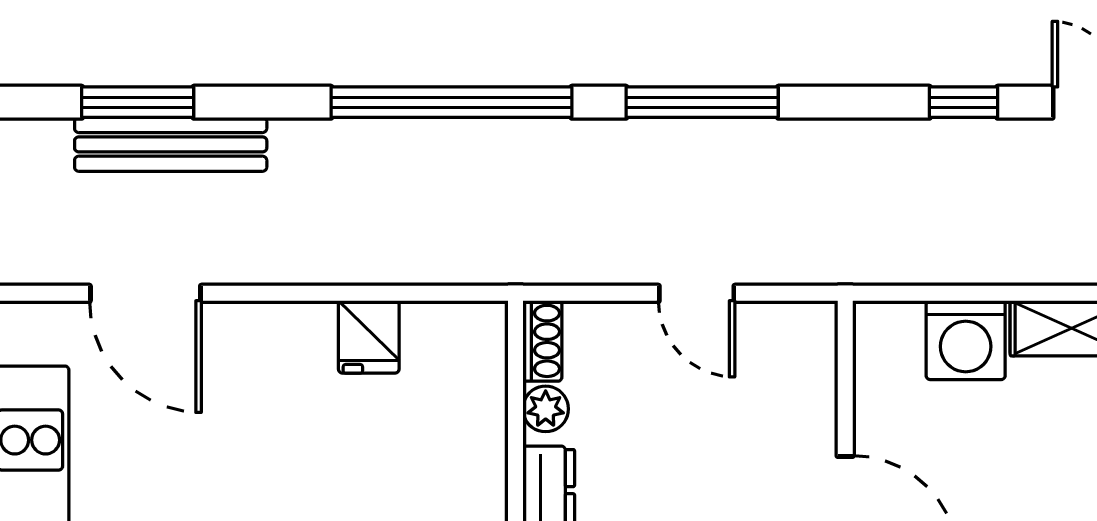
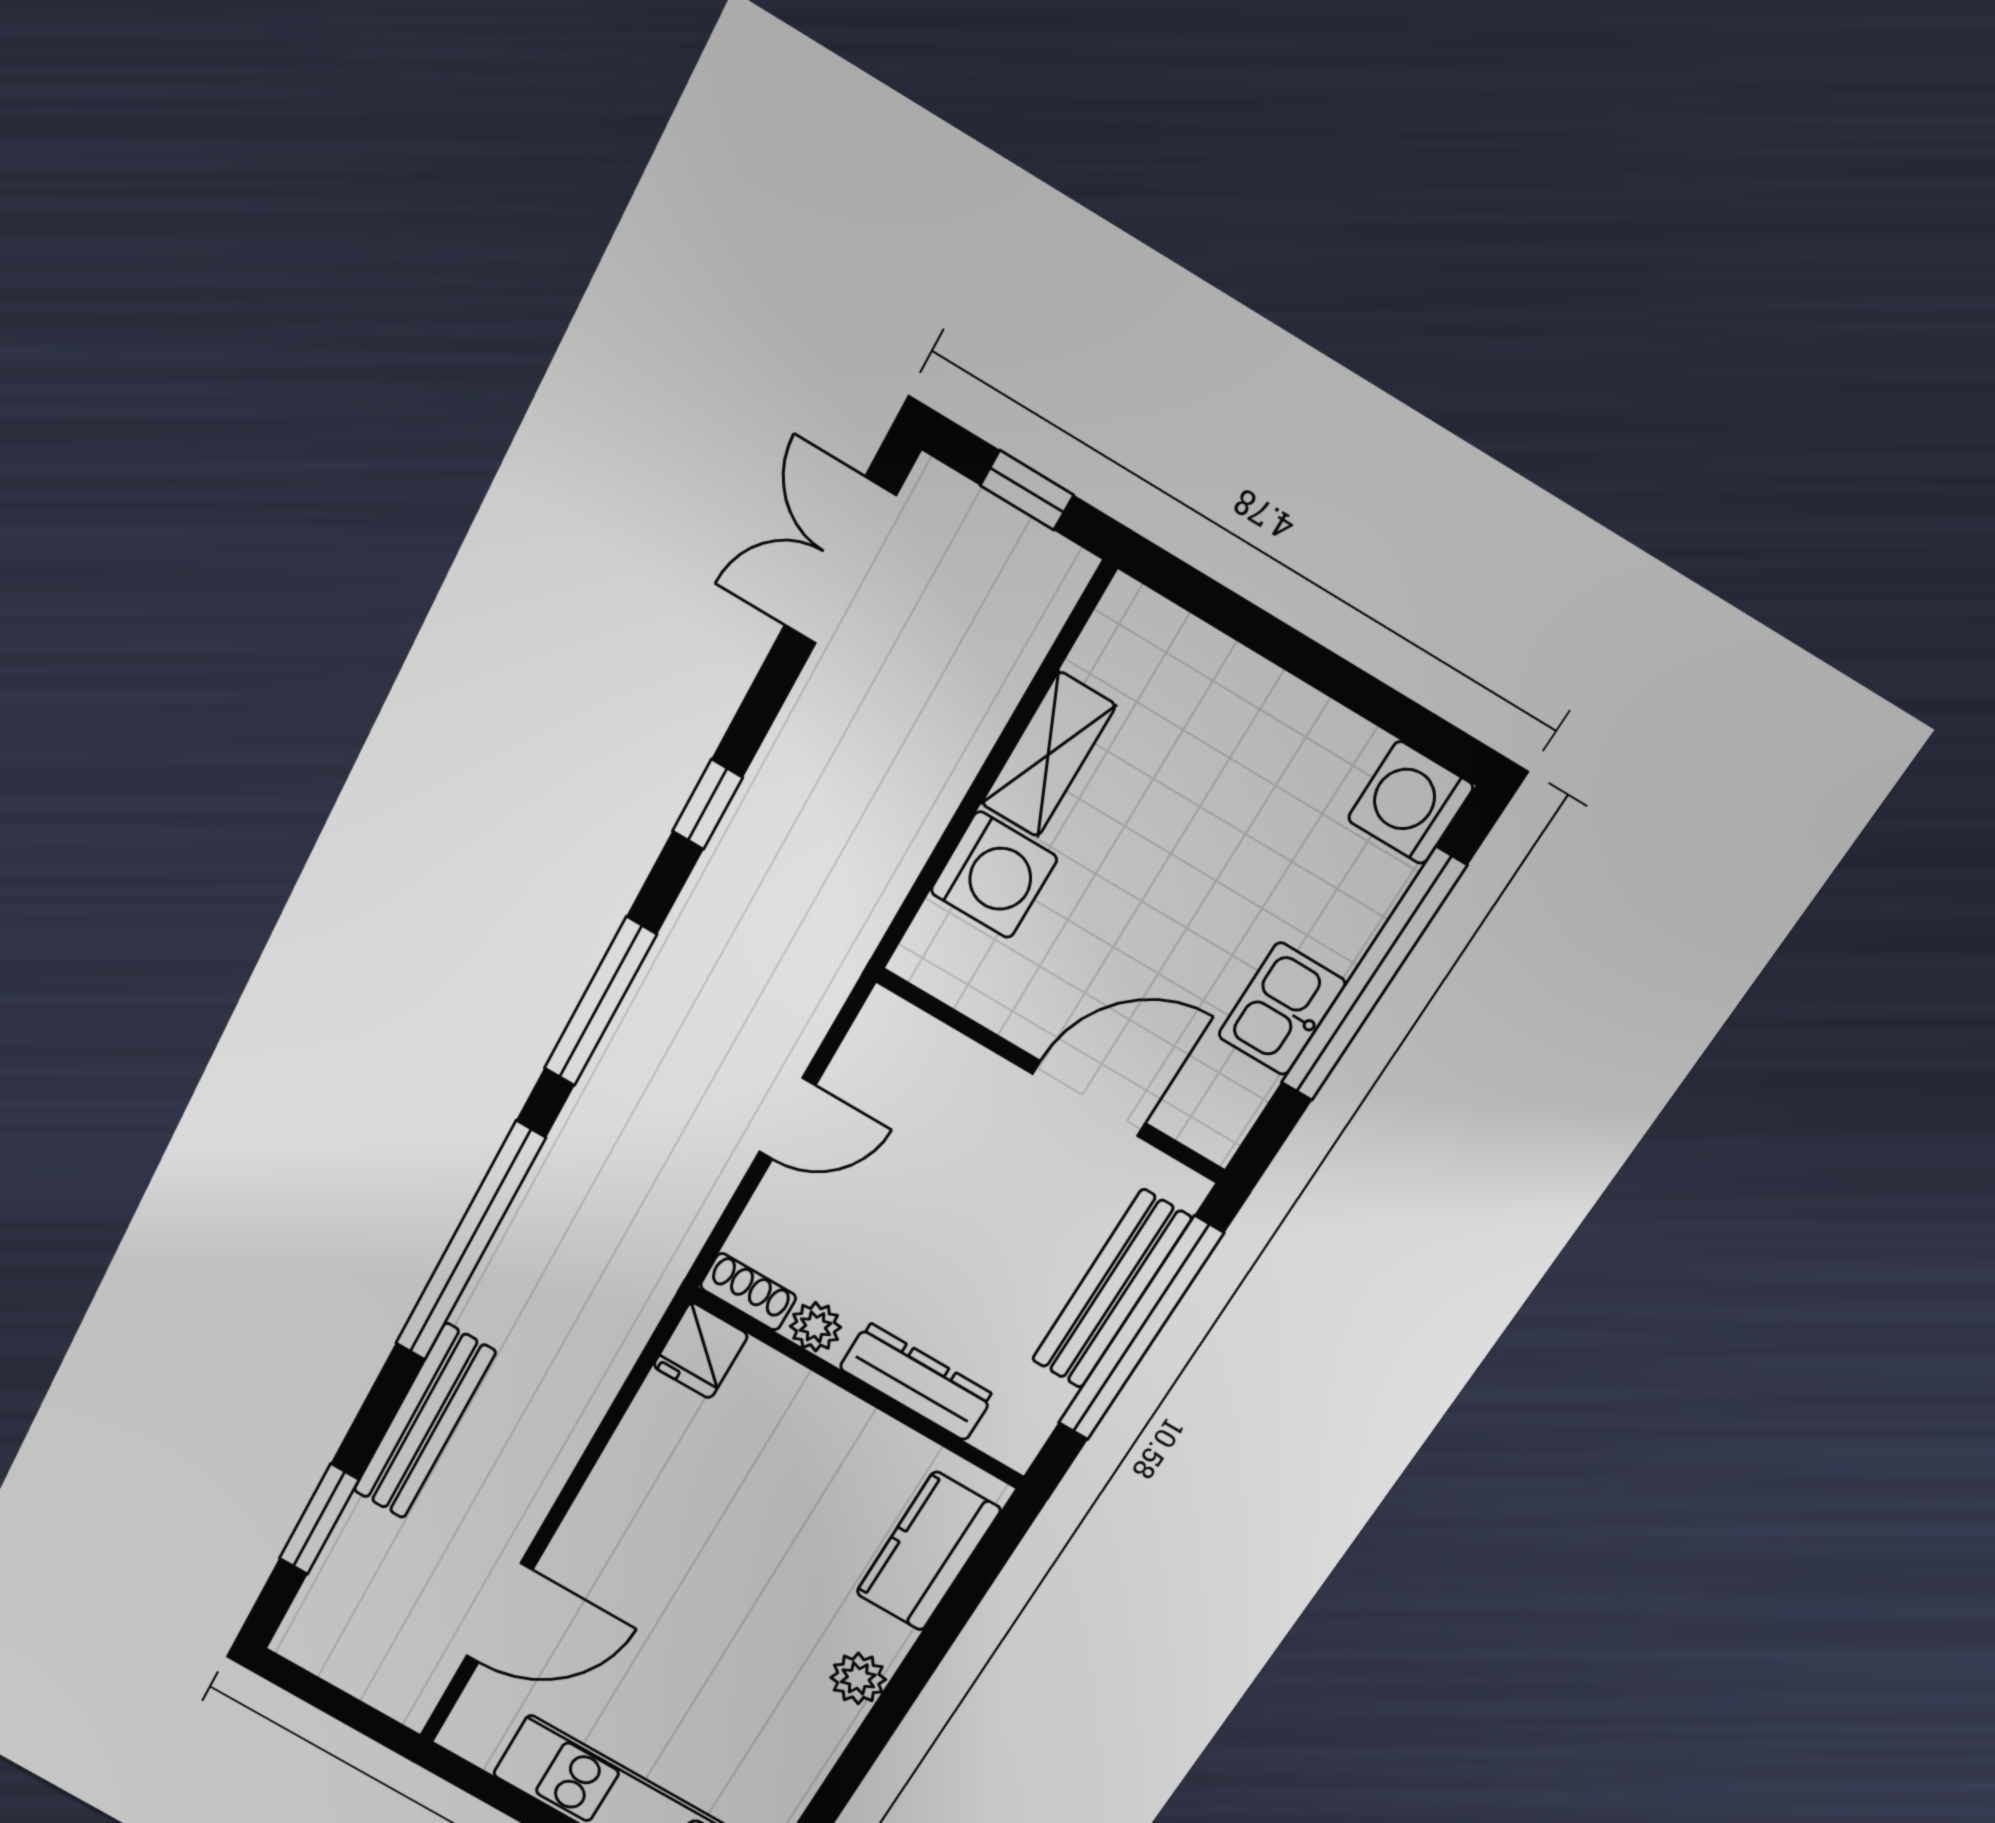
window: (964, 102) -> (708, 804), moved
bench: (171, 144) -> (424, 1422), moved
fridge: (369, 337) -> (701, 1351), moved, turned 90

